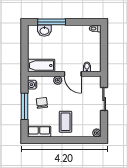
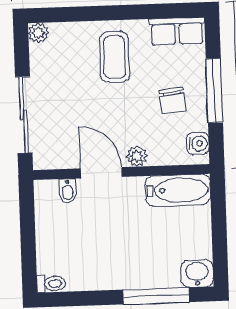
washbasin: (44, 31) -> (197, 273), moved
sliding door: (104, 99) -> (24, 115), width x1.37

